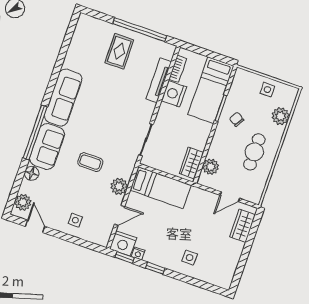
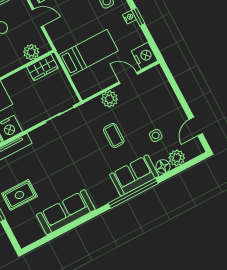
sofa: (63, 98) -> (66, 212), moved
bed: (161, 188) -> (88, 53), moved, turned 90
plant: (23, 202) -> (177, 158), moved
side table: (75, 220) -> (156, 135), moved
nightstand: (138, 254) -> (129, 17), moved
window: (125, 258) -> (153, 45), removed

